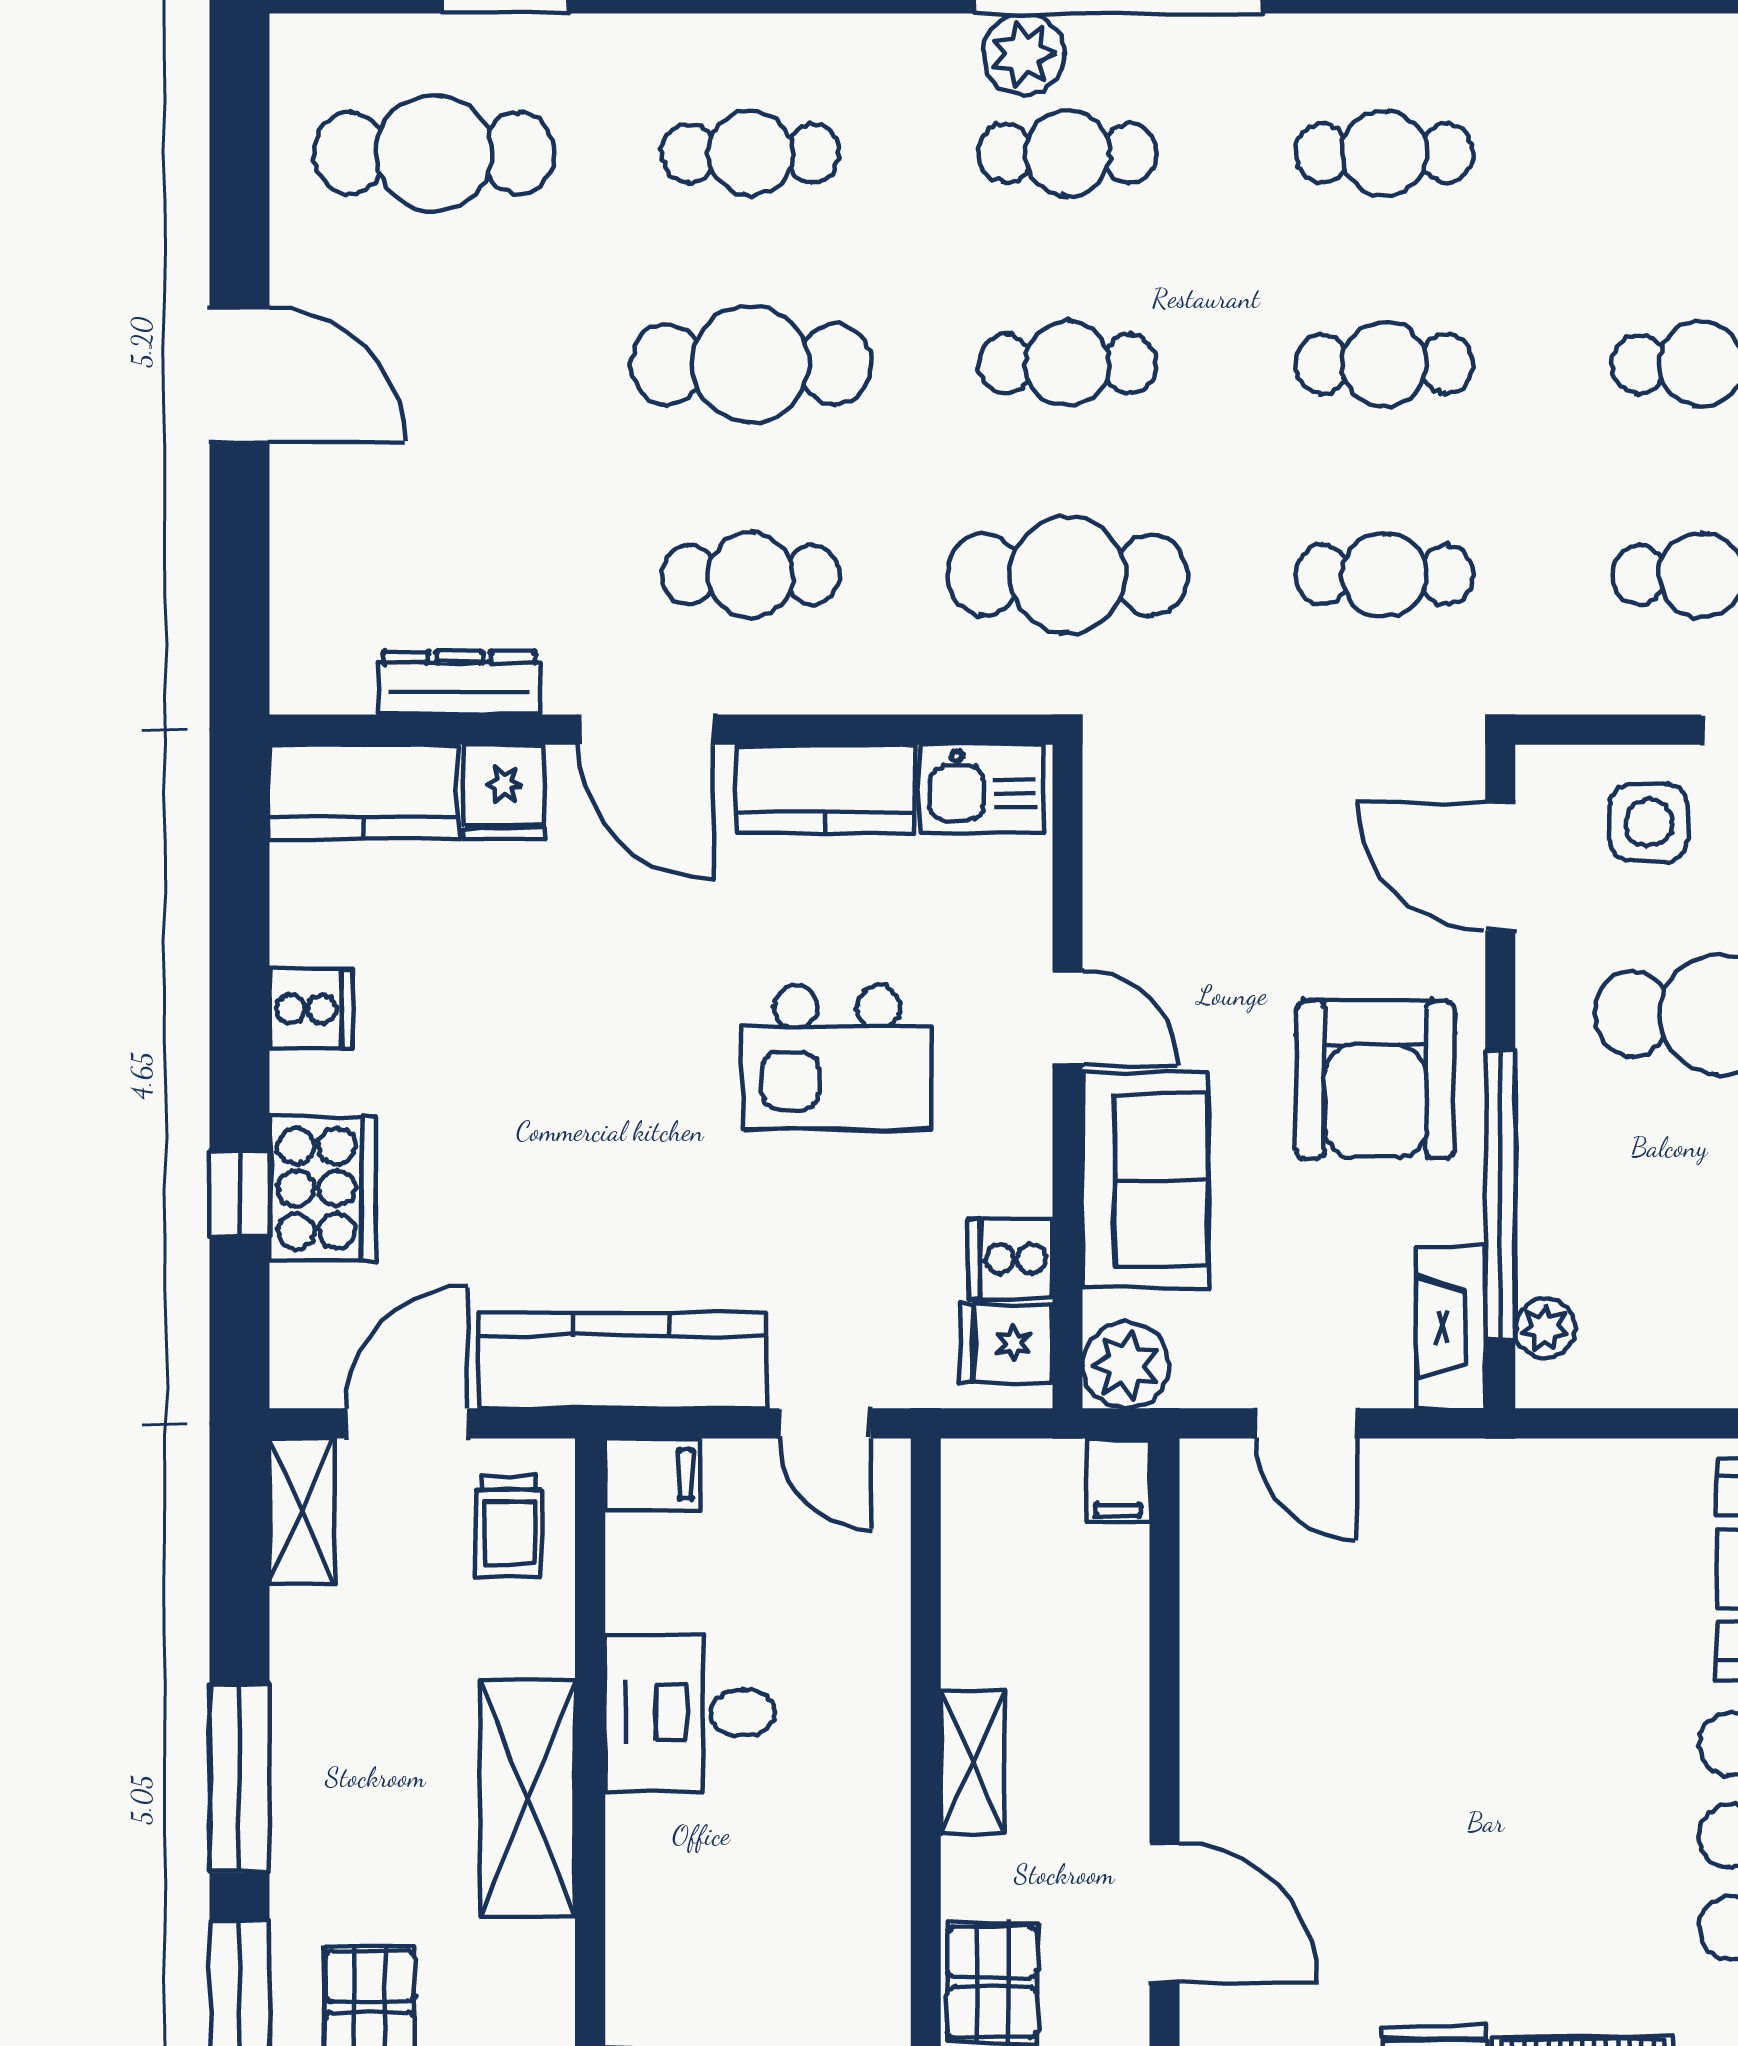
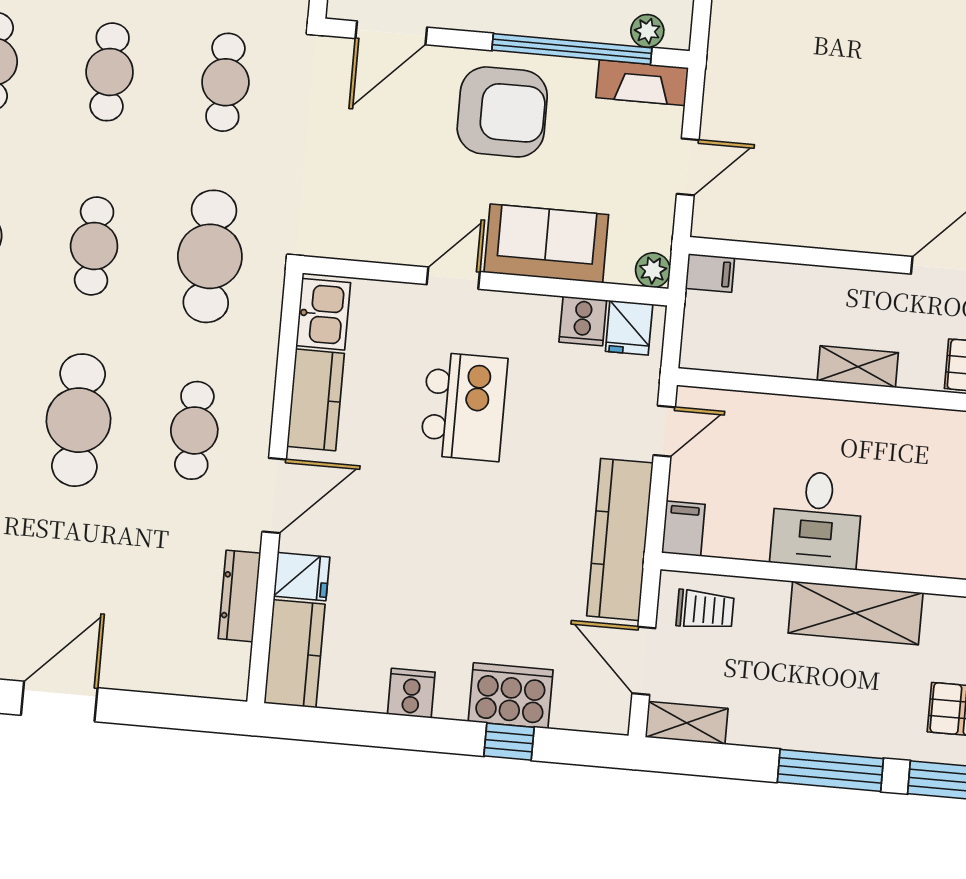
plant: (1126, 1365) -> (653, 270), width x0.73, depth x0.73

